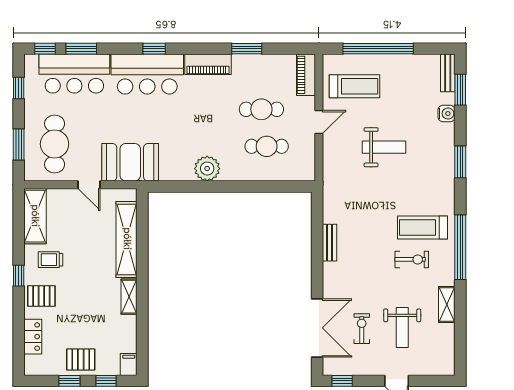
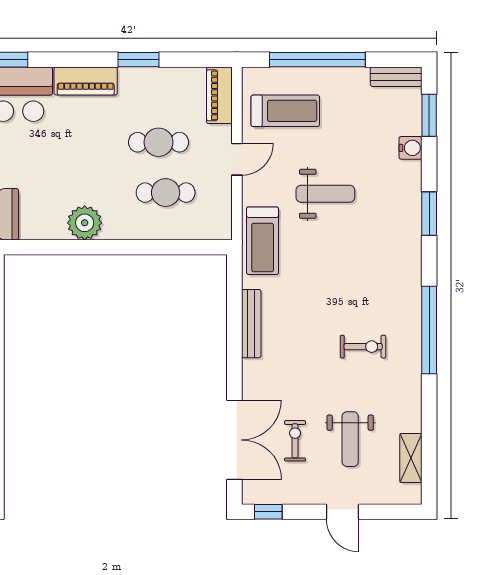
bench: (448, 73) -> (396, 77), moved, turned 90
treadmill: (423, 227) -> (263, 241), moved, turned -90
bench: (330, 243) -> (251, 324), width x1.36
shelving: (447, 304) -> (411, 458), moved

